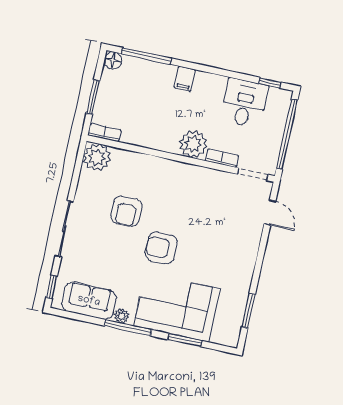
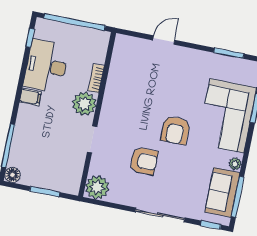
filing cabinet: (185, 79) -> (30, 97), moved
desk: (245, 103) -> (46, 66), width x1.37
bookcase: (104, 133) -> (75, 181), removed
doorway: (253, 174) -> (92, 139), moved
door: (270, 212) -> (164, 40), moved
window: (128, 328) -> (237, 197), moved

